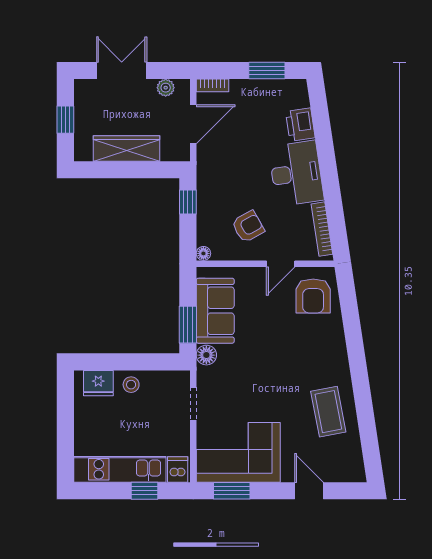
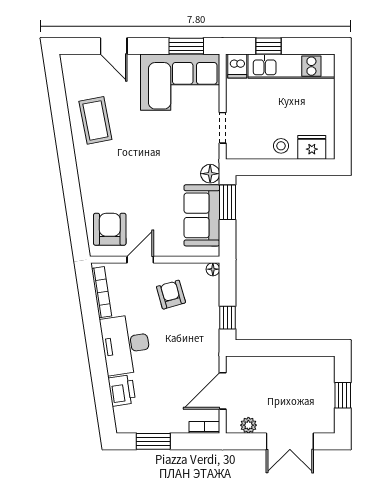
wardrobe: (127, 148) -> (285, 368), removed
armchair: (248, 227) -> (171, 295), turned 103

